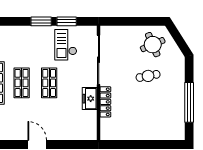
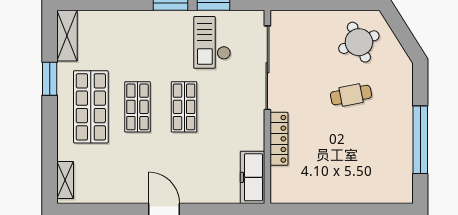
freezer: (90, 99) -> (253, 177), moved, width x1.40

